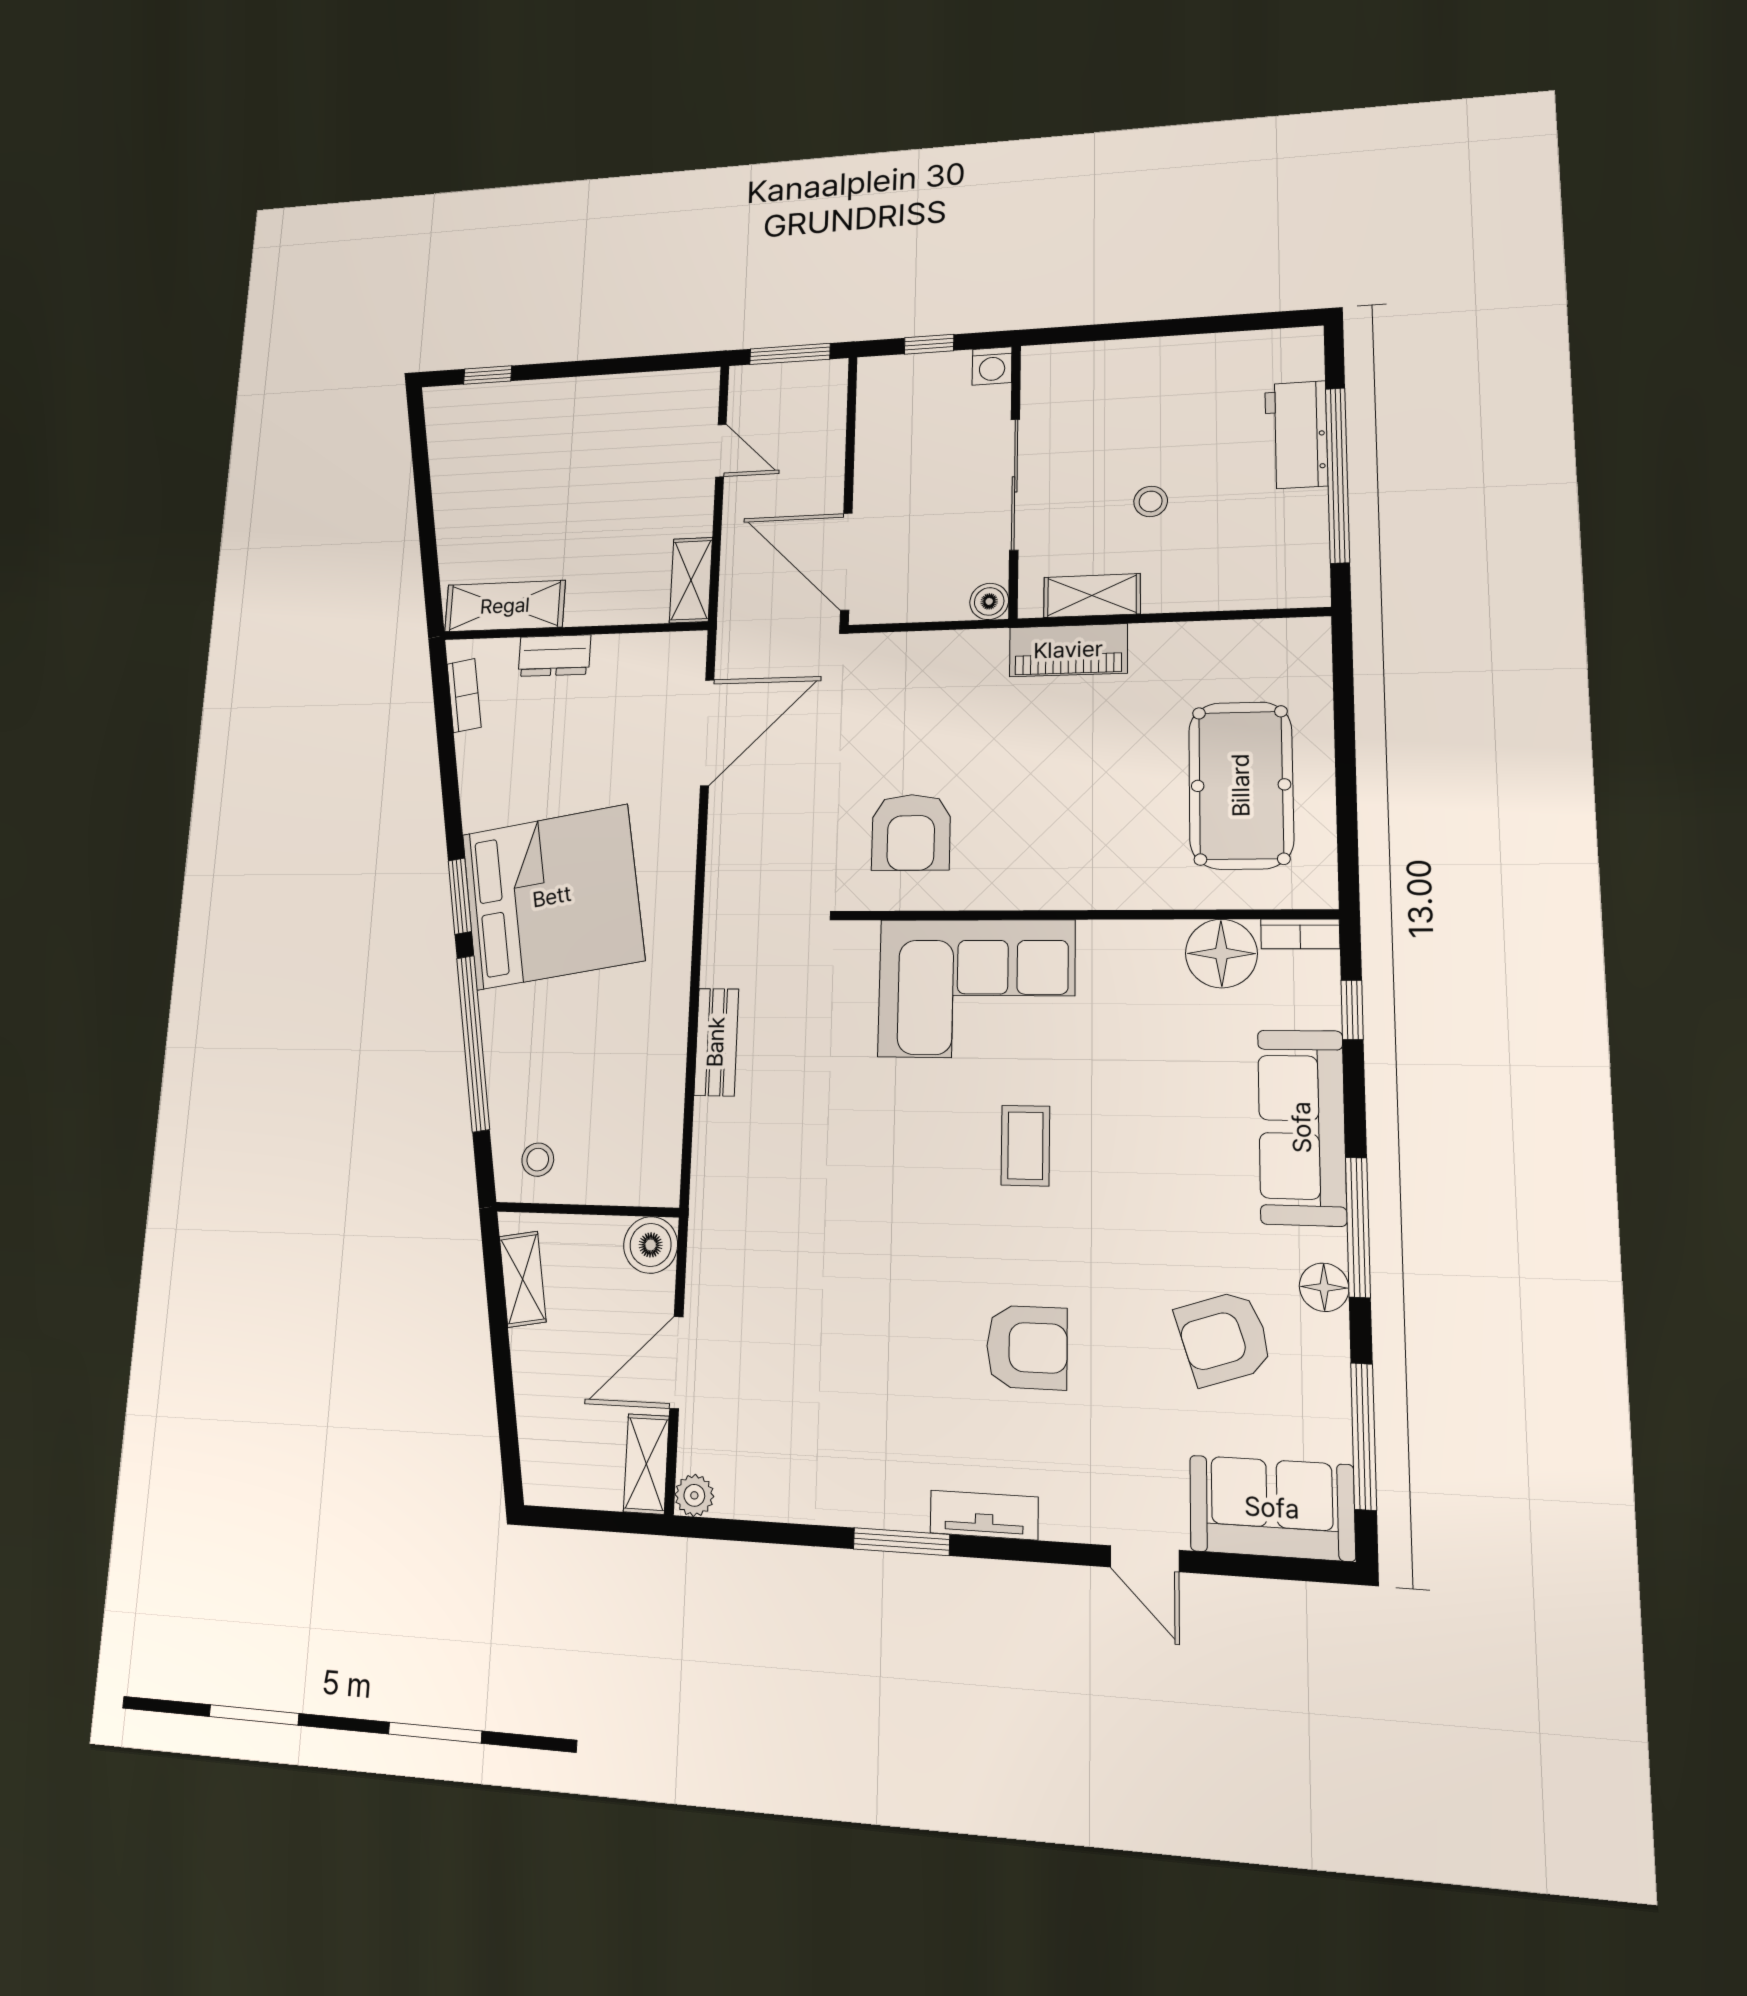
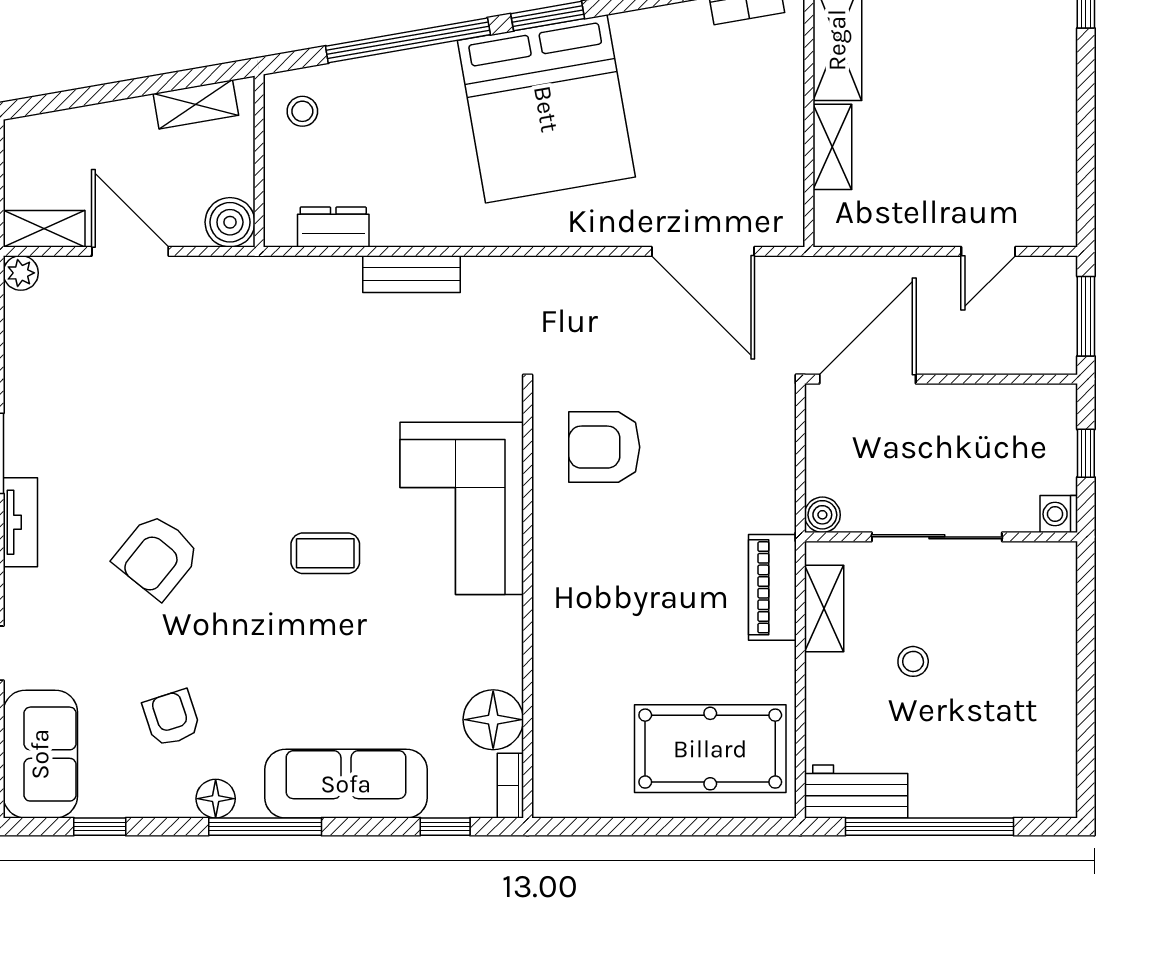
workbench: (1296, 435) -> (856, 792), moved
shelving: (691, 580) -> (832, 147), moved, turned 90
dresser: (554, 656) -> (333, 227), moved, turned 90
pool table: (1241, 785) -> (710, 749), moved
armchair: (1224, 1338) -> (172, 718), width x0.72, depth x0.72
armchair: (1027, 1347) -> (157, 556), turned 39
window: (1364, 1436) -> (100, 827), width x0.46

